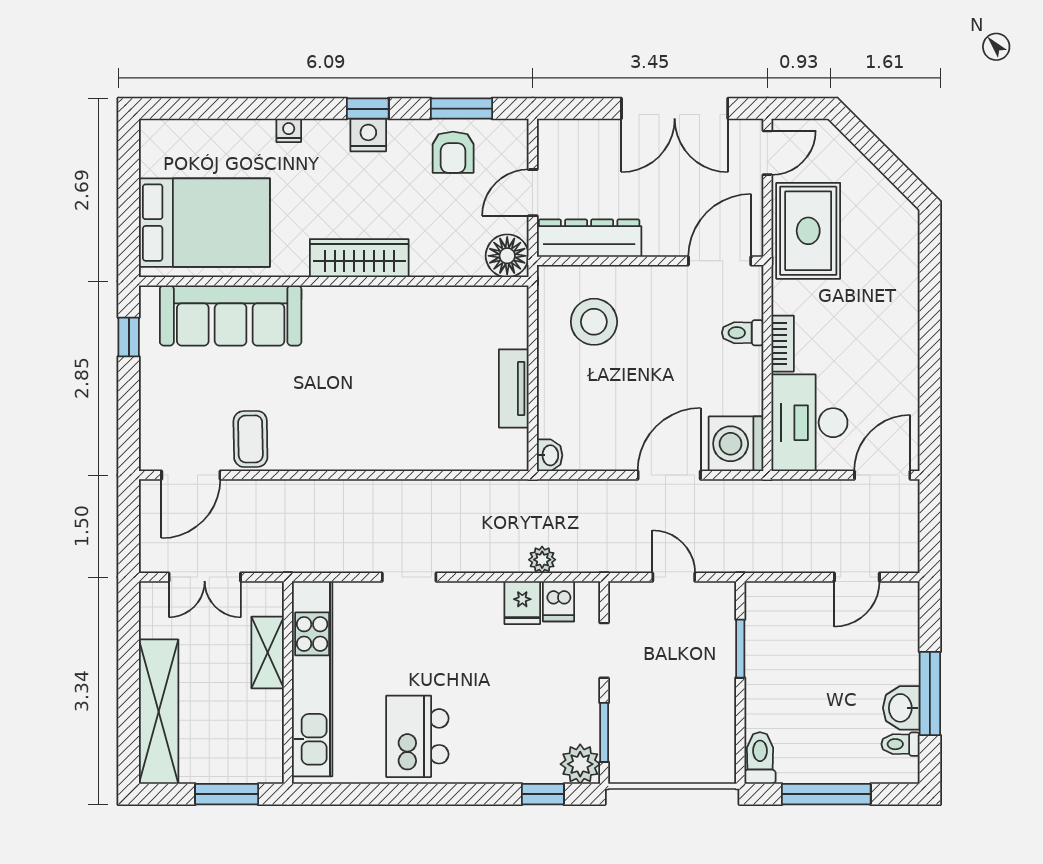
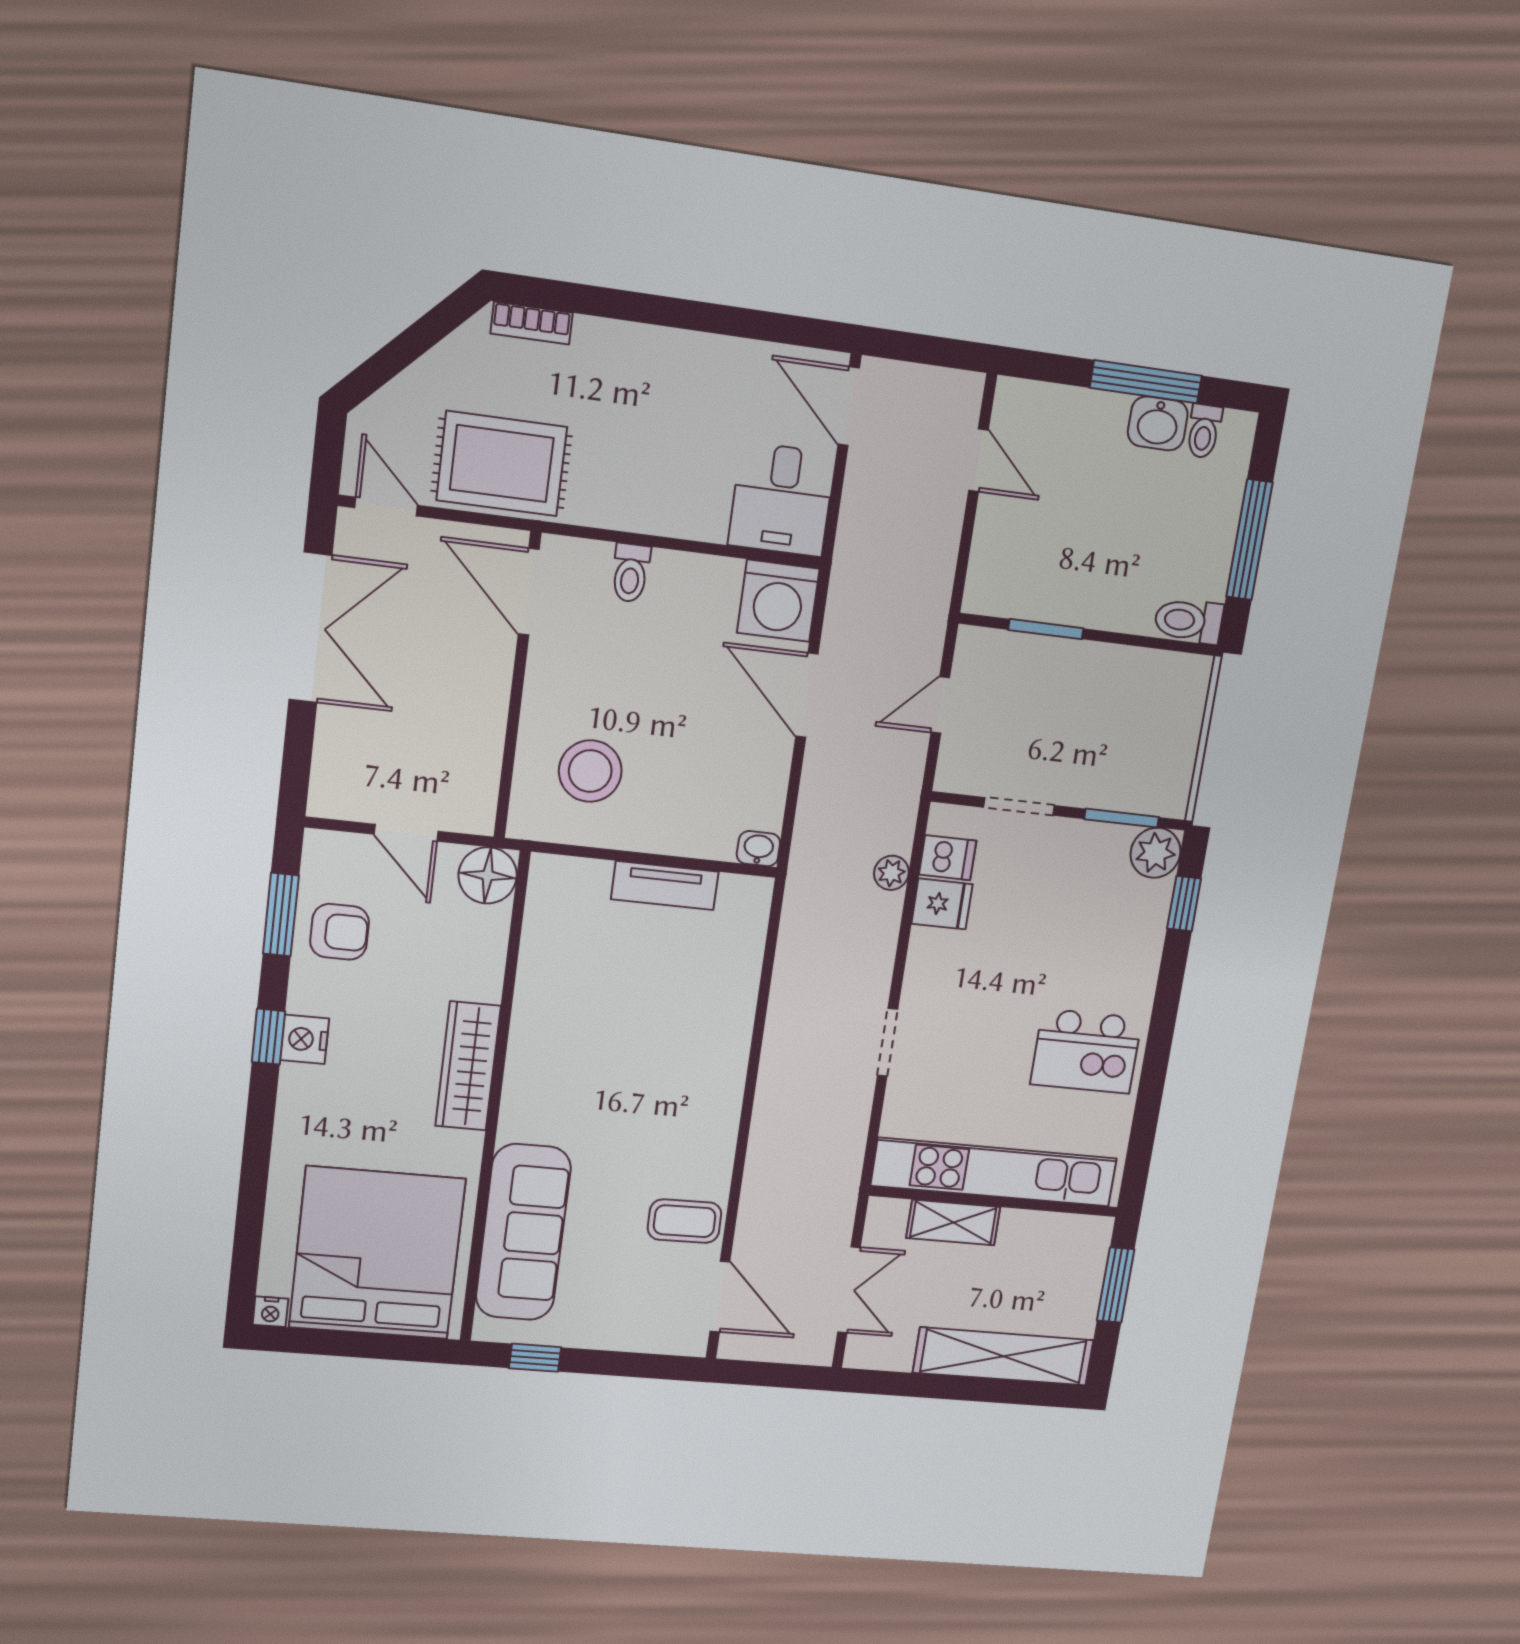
nightstand: (289, 130) -> (270, 1312), moved, turned -90
bed: (204, 223) -> (377, 1253), width x1.36
dresser: (589, 238) -> (477, 765), removed
bookcase: (783, 344) -> (532, 323), moved, turned 180
desk: (809, 423) -> (782, 499), width x0.73

